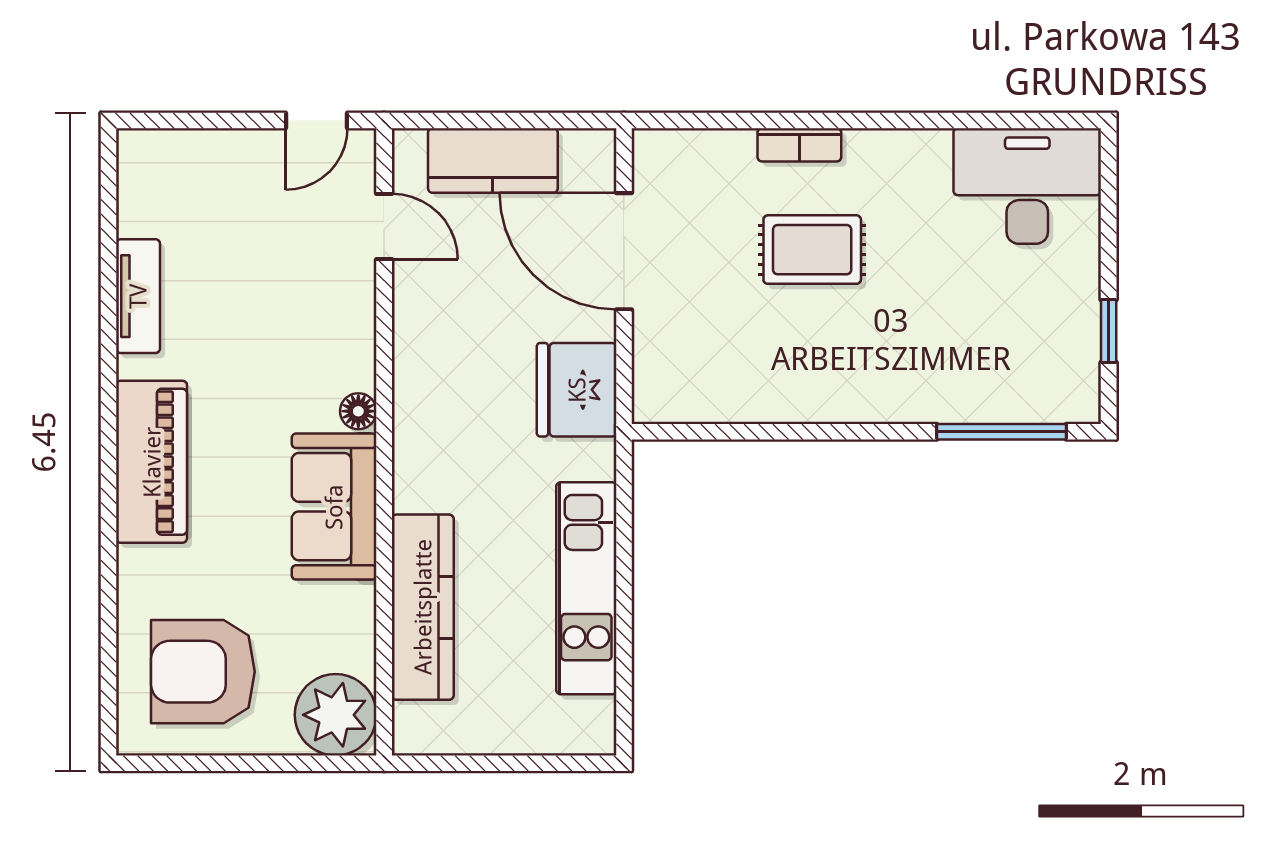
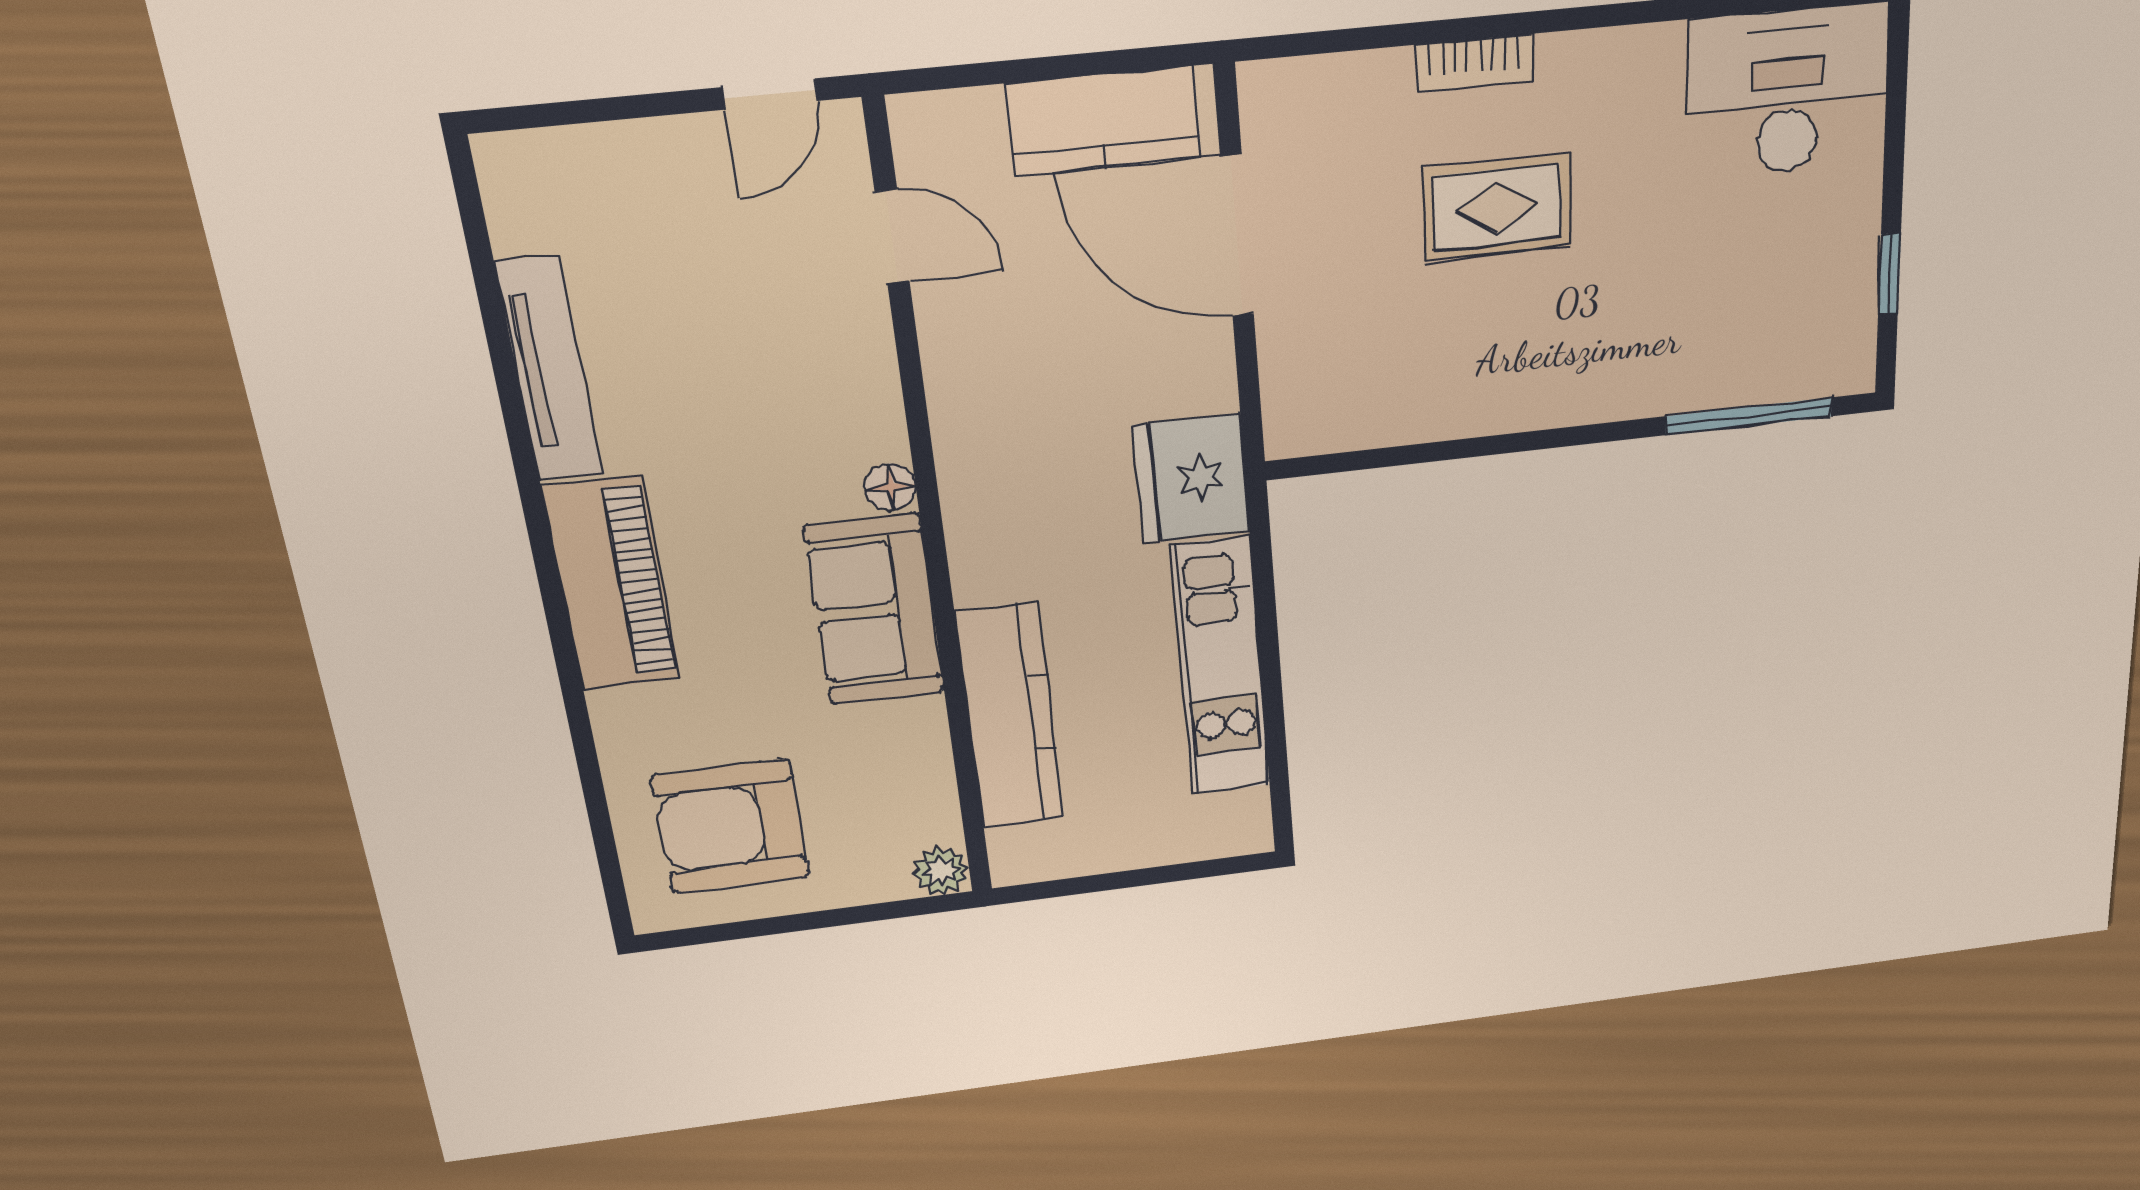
kitchen counter: (493, 160) -> (1103, 121), moved
tv unit: (138, 296) -> (549, 369), width x1.41
fridge: (577, 390) -> (1192, 479), moved
plant: (336, 715) -> (941, 871), width x0.53, depth x0.53

